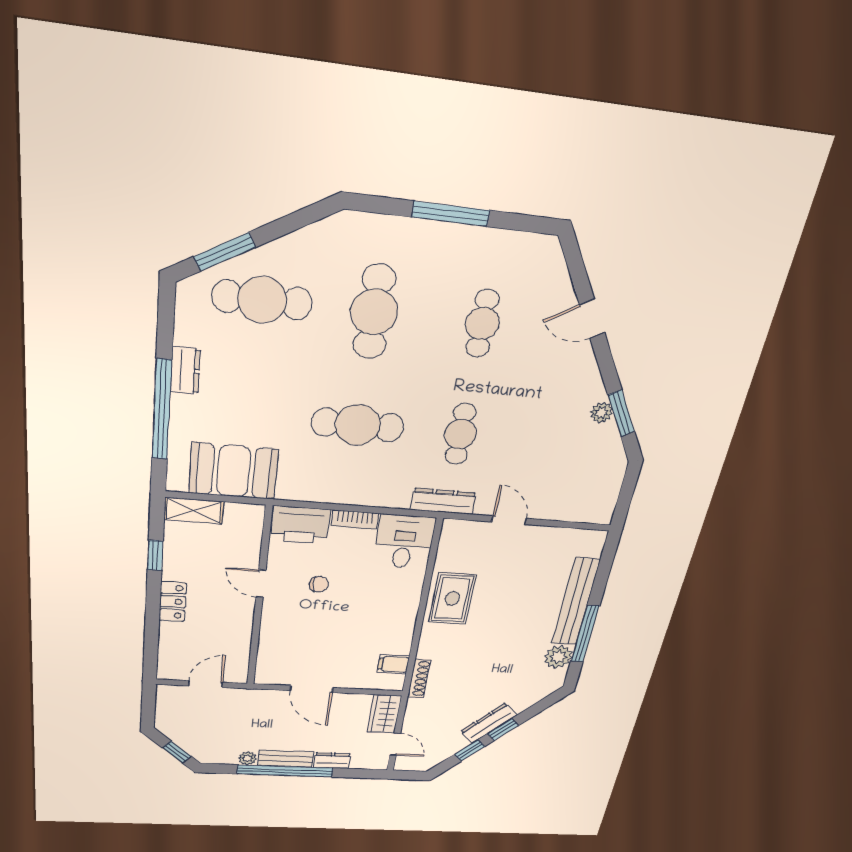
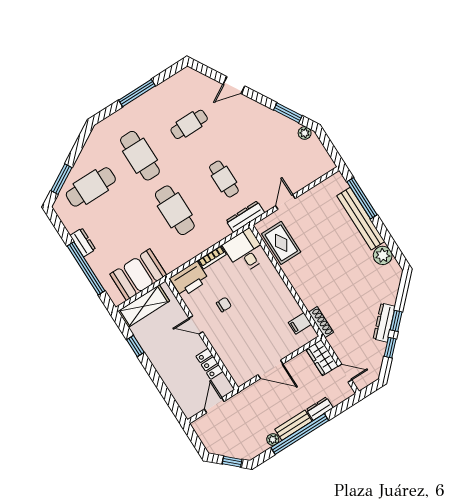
cafe table: (482, 324) -> (189, 124), turned 90
plant: (602, 413) -> (305, 133), moved
cafe table: (358, 425) -> (175, 210), turned 90
shelving: (194, 511) -> (144, 306), width x1.50, depth x1.33
door: (509, 520) -> (285, 202), hinge flipped
rug: (452, 599) -> (281, 243), moved
locker: (173, 602) -> (210, 364), moved, turned 180
window: (585, 634) -> (362, 198), moved

